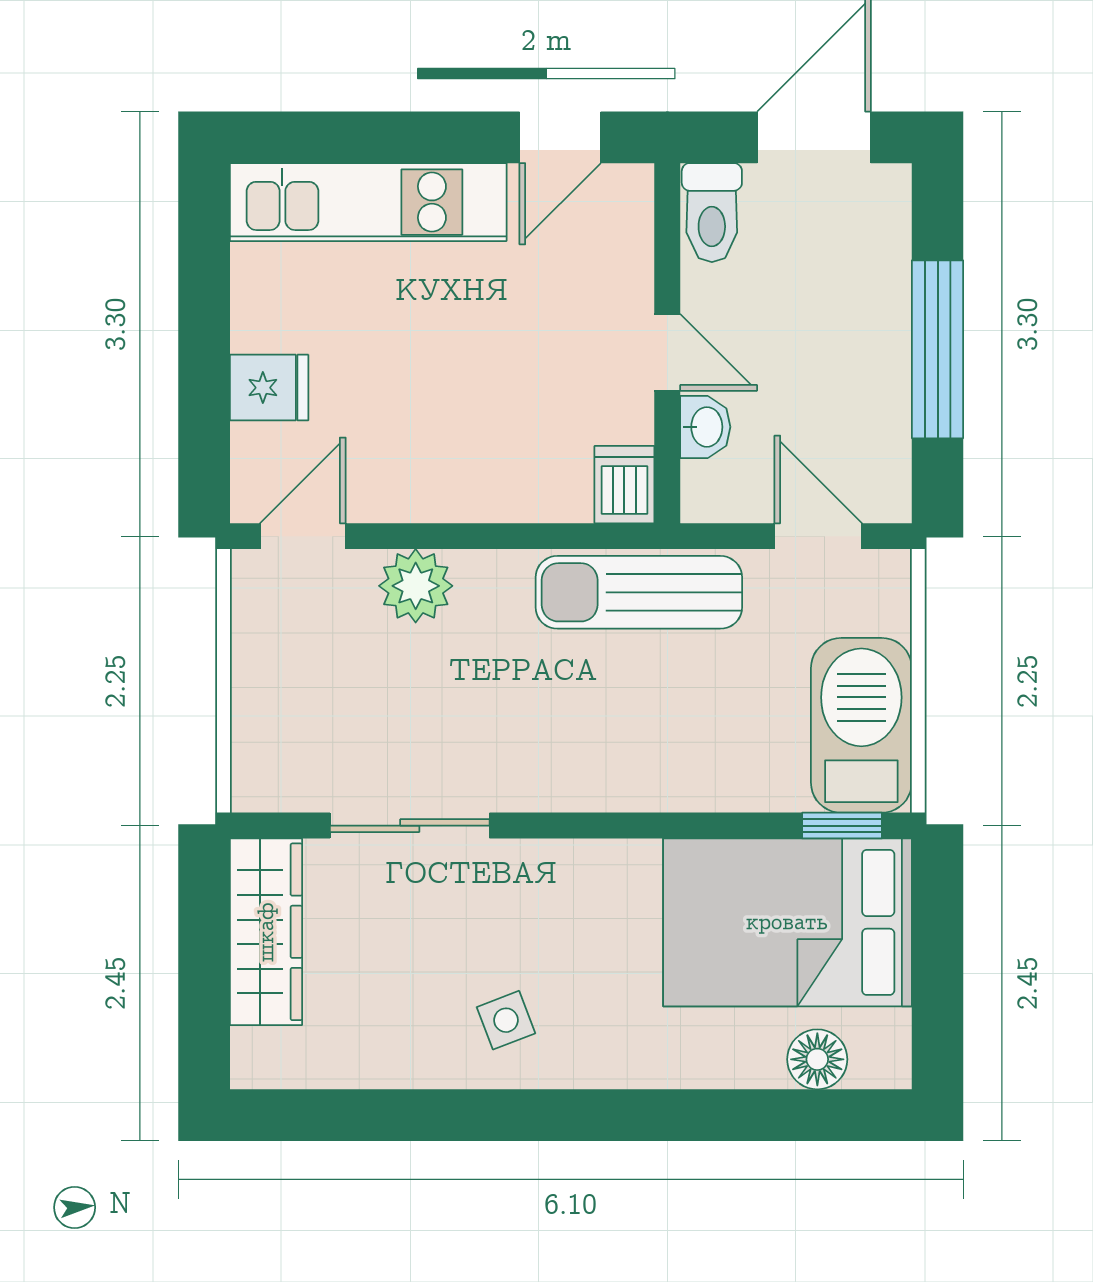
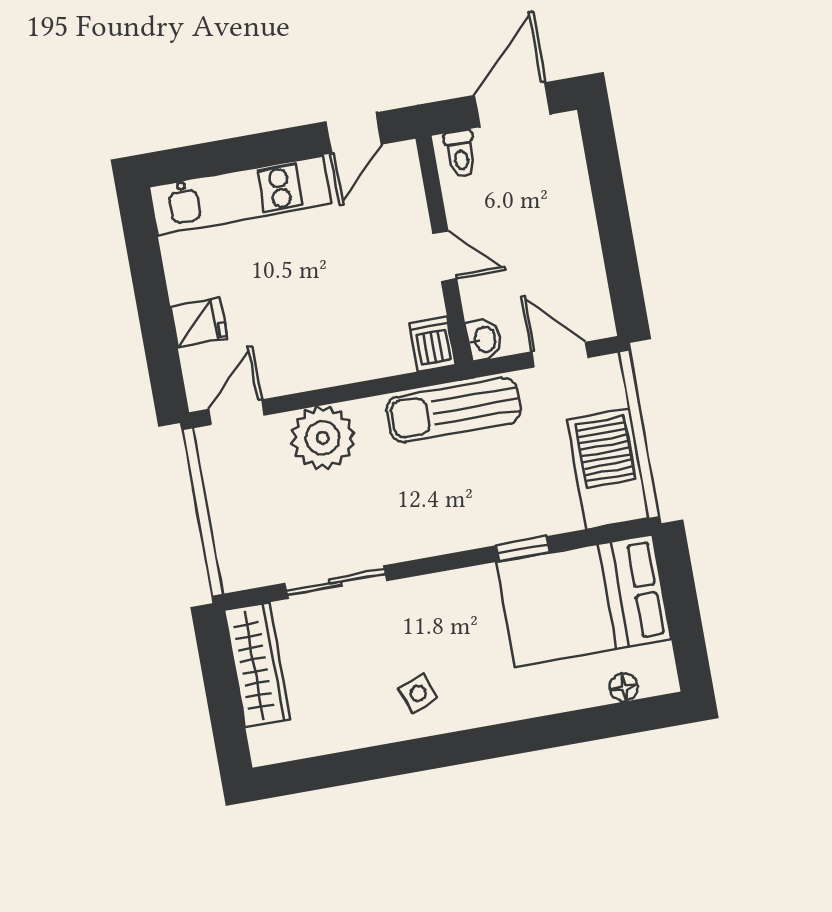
toilet: (712, 213) -> (460, 154), width x0.73, depth x0.72
window: (938, 349) -> (614, 224), removed
washbasin: (705, 427) -> (484, 340), moved
plant: (416, 586) -> (323, 438), width x1.36, depth x1.36
window: (842, 826) -> (523, 549), moved
floor lamp: (817, 1059) -> (624, 687), width x0.73, depth x0.73

